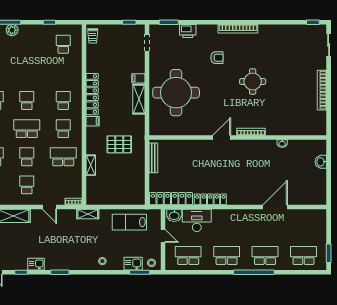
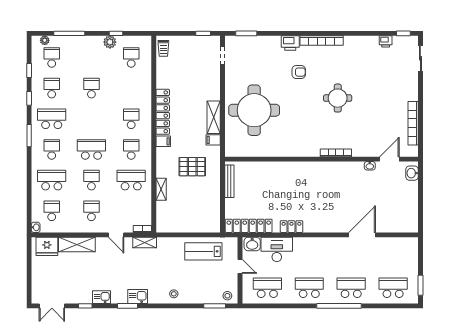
plant: (12, 30) -> (110, 42), moved
printer: (297, 30) -> (386, 41), added
printer: (188, 31) -> (290, 43), moved
filing cabinet: (138, 78) -> (213, 140), moved
bookcase: (322, 90) -> (413, 123), moved
school desk: (27, 101) -> (91, 88), moved
door: (222, 138) -> (389, 159), moved
washbasin: (321, 162) -> (412, 173), moved
locker: (210, 199) -> (291, 227), width x0.66
shelving: (88, 214) -> (145, 242), moved
kitchen sink: (133, 264) -> (138, 297), moved

